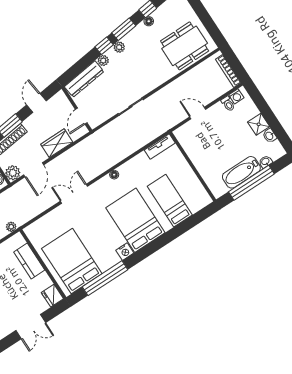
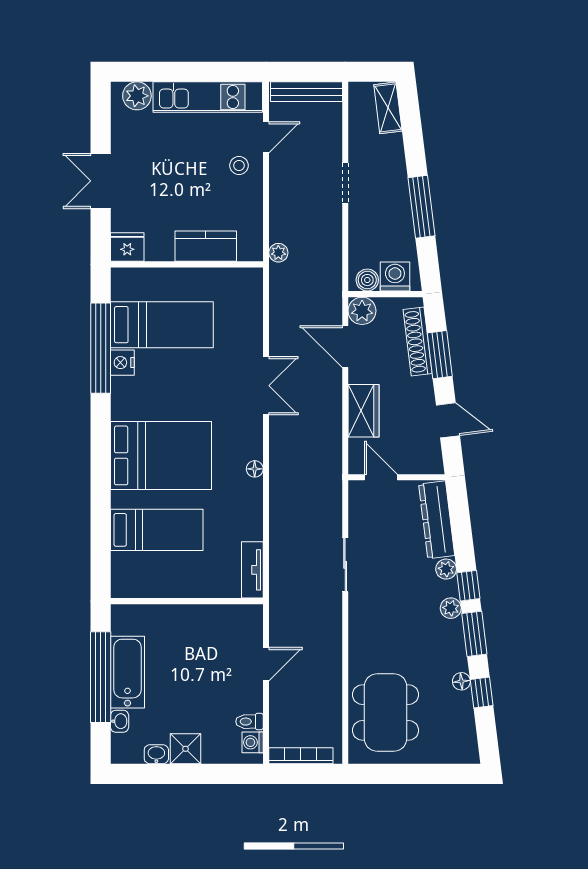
nightstand: (125, 252) -> (122, 363), moved
bed: (72, 261) -> (162, 325), width x0.67

